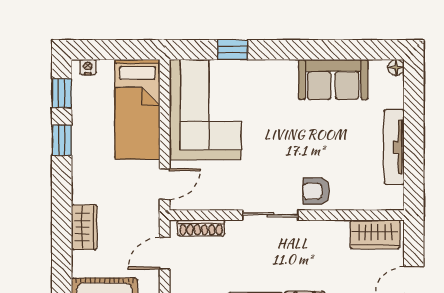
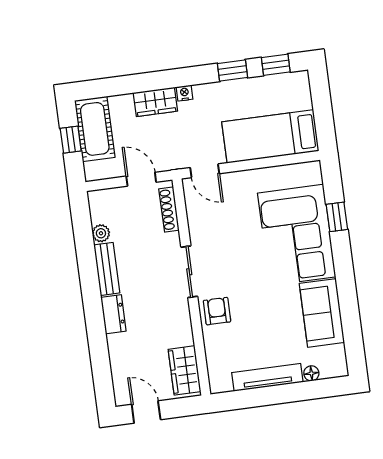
nightstand: (88, 67) -> (185, 93), moved, turned -90
floor lamp: (396, 67) -> (311, 373), moved
corner sofa: (205, 110) -> (297, 235), moved, turned 90

